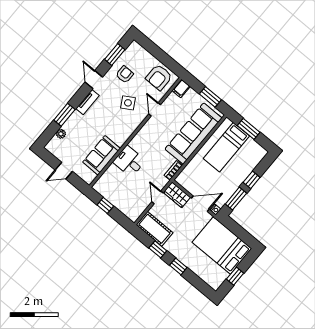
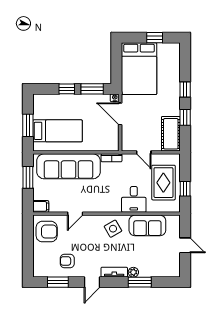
side table: (128, 103) -> (113, 229), moved
plant: (61, 134) -> (133, 272), moved
rug: (123, 193) -> (163, 183), added
wardrobe: (177, 195) -> (129, 139), removed
door: (157, 197) -> (144, 152), hinge flipped

